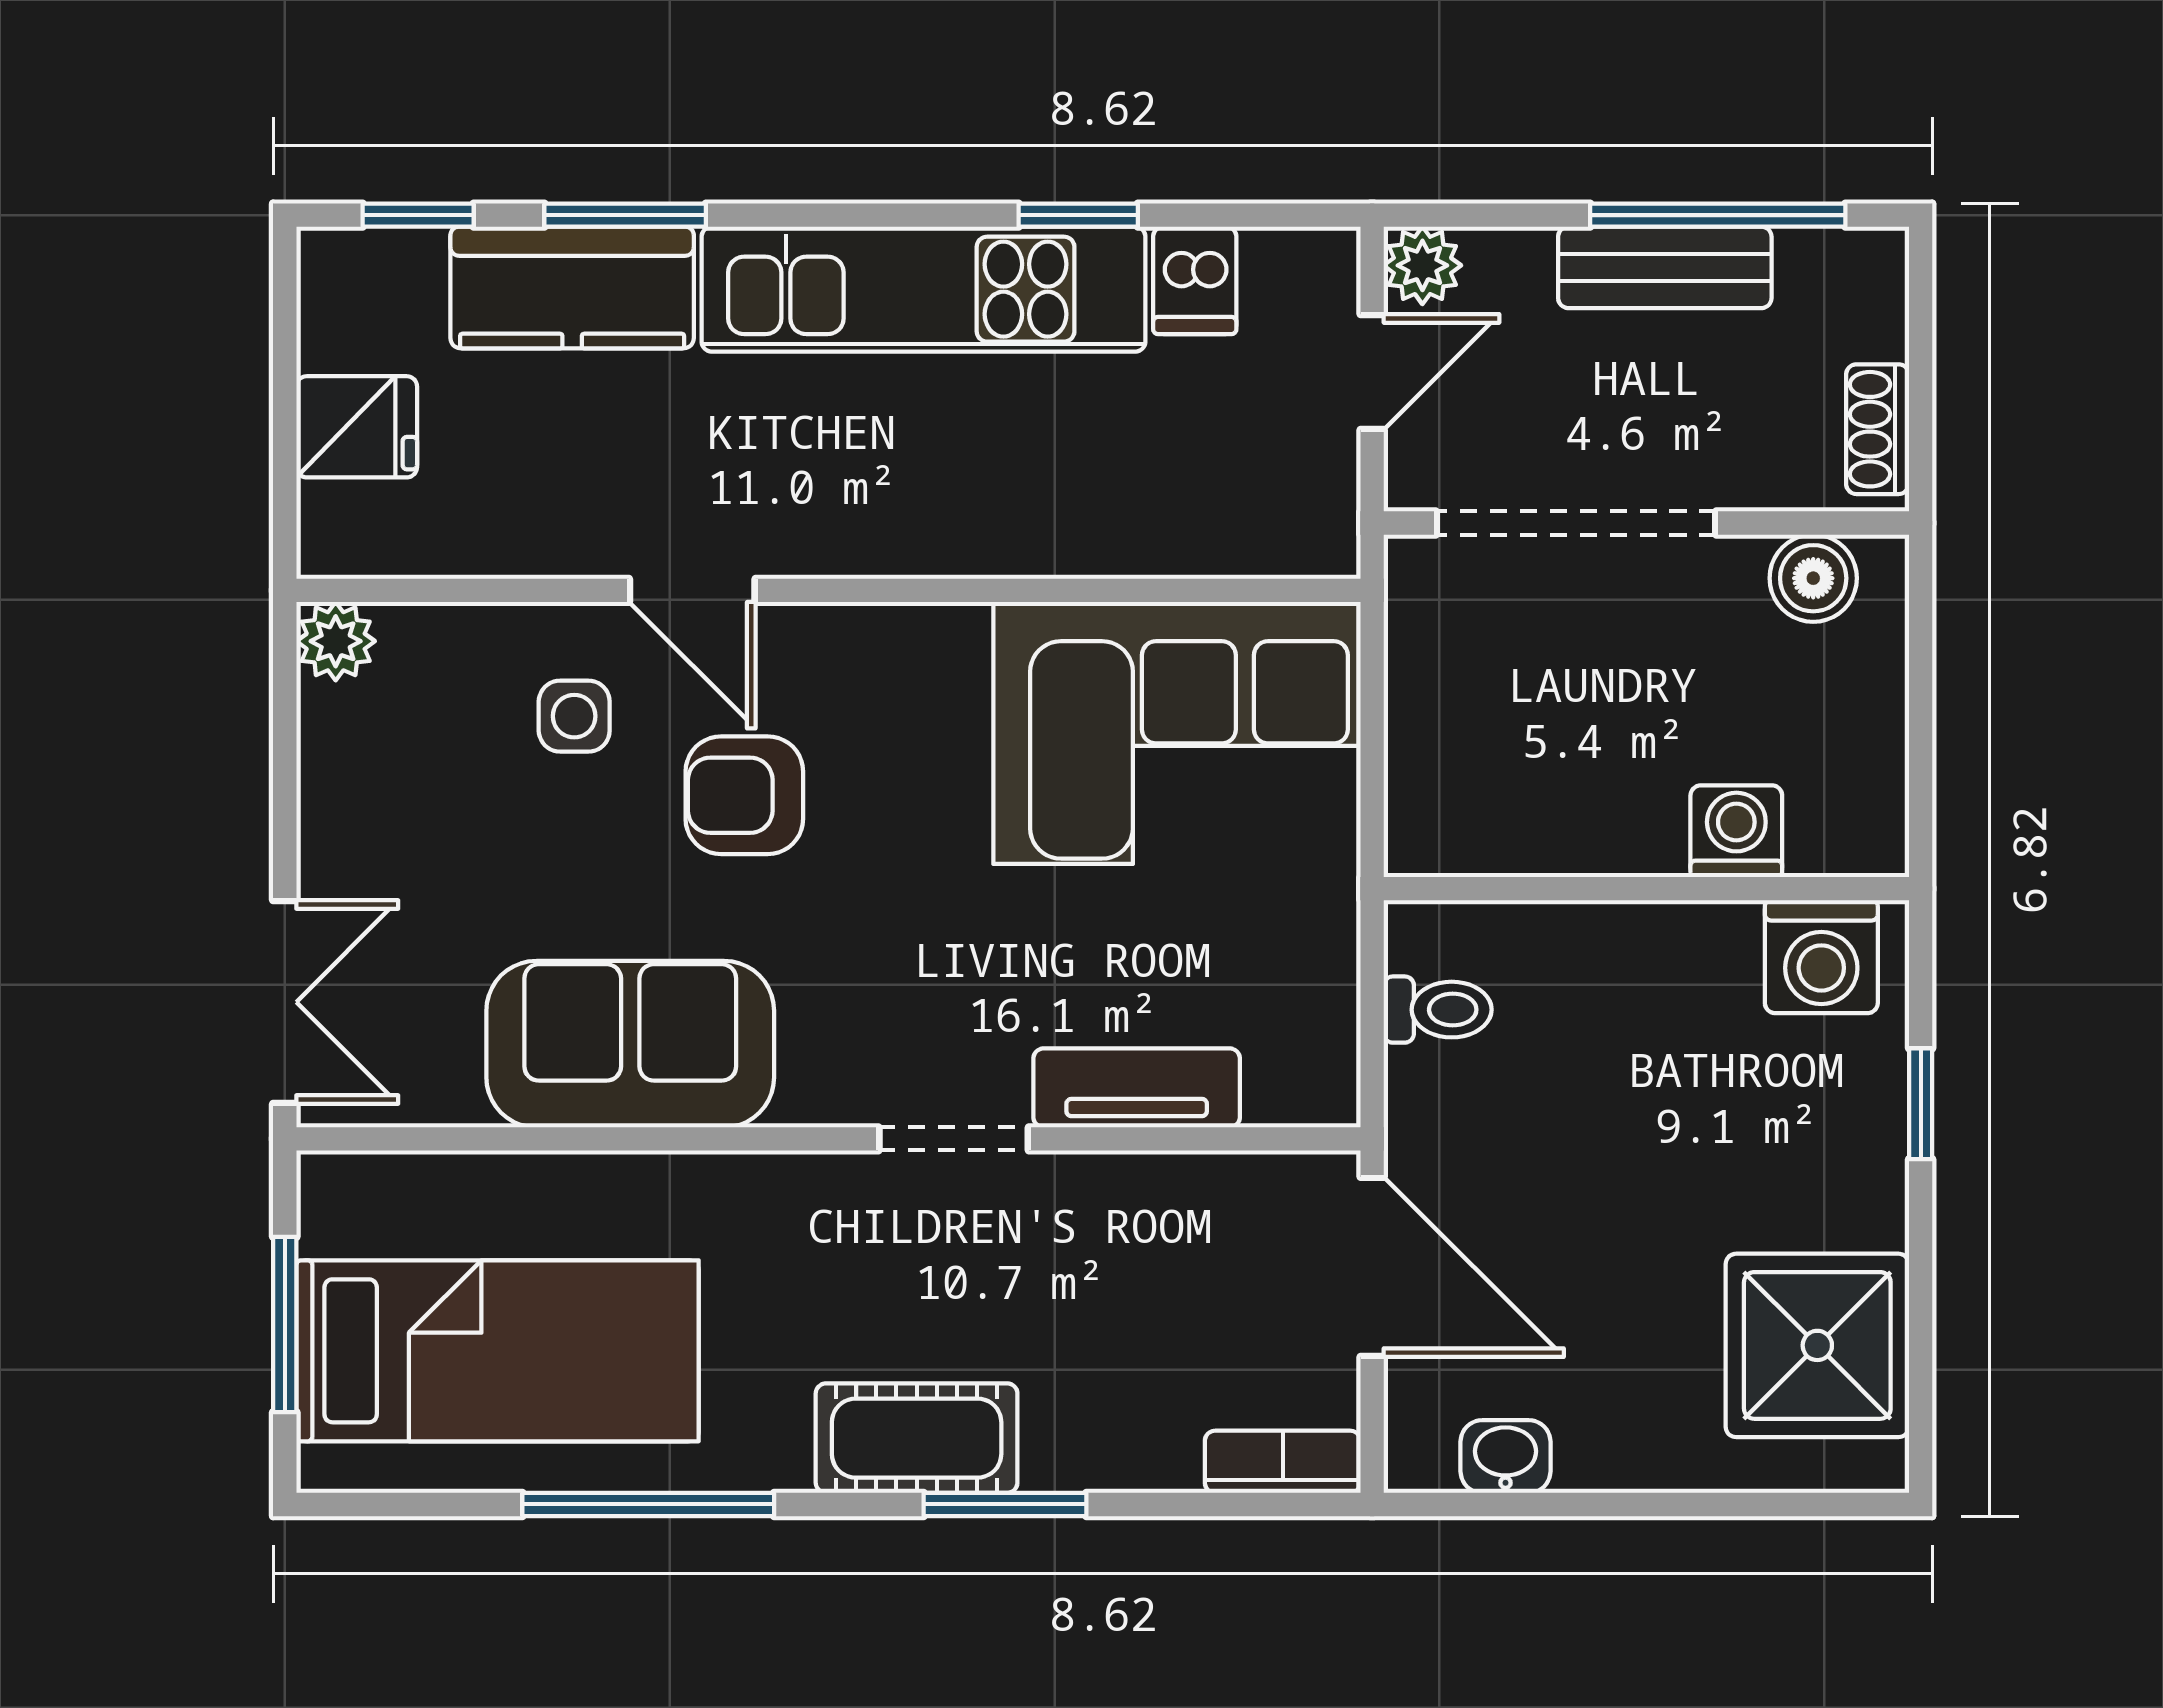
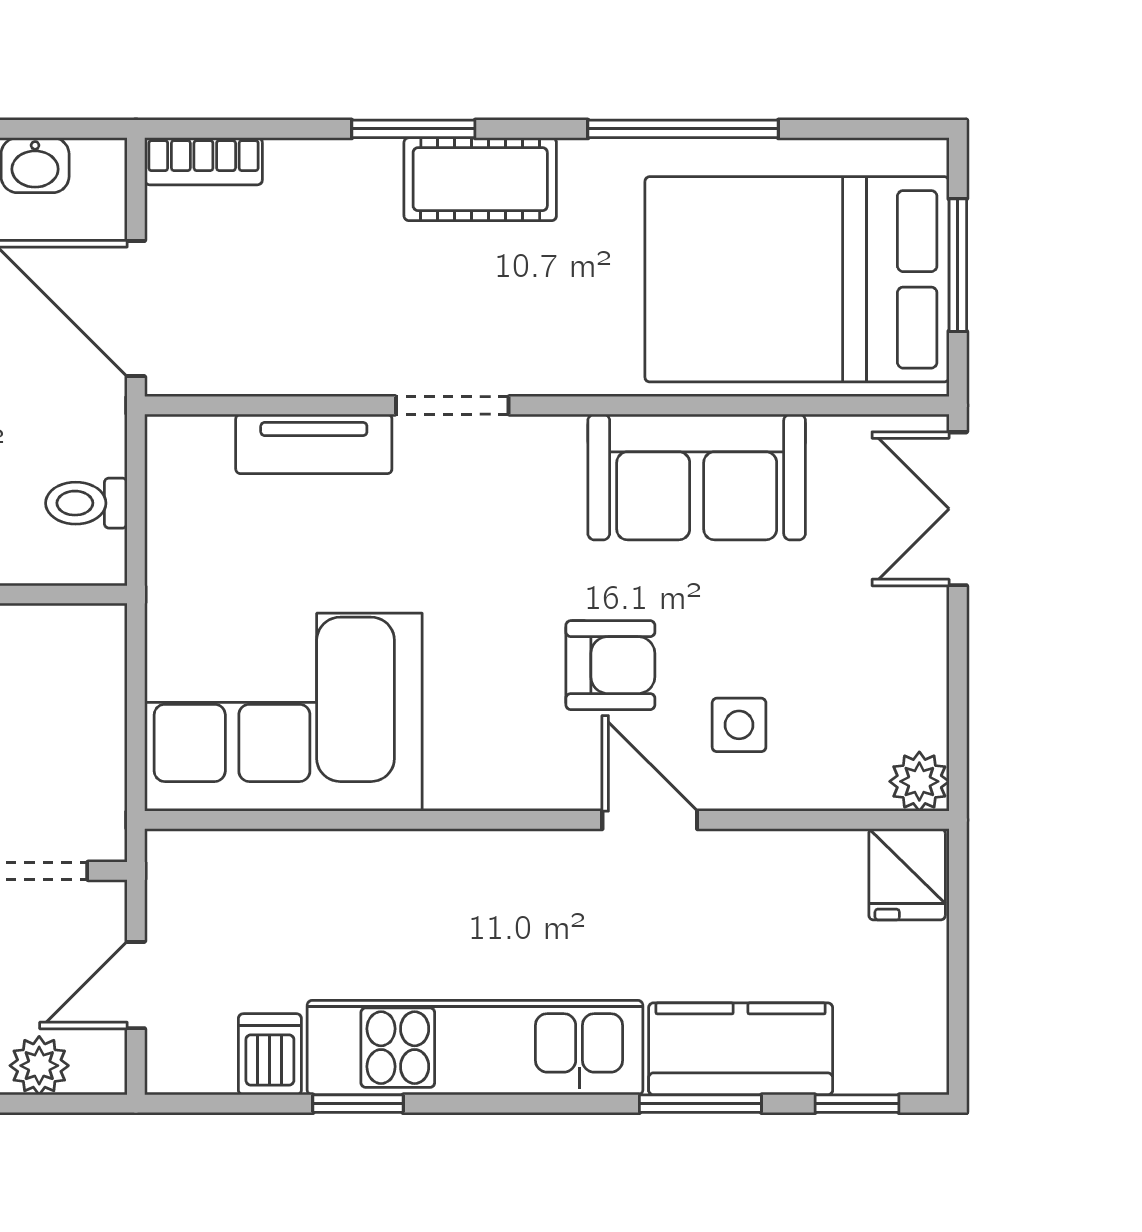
plant: (1422, 265) -> (39, 1066), moved
fridge: (357, 427) -> (907, 874), moved, turned -90
bed: (497, 1351) -> (797, 279), width x1.50

